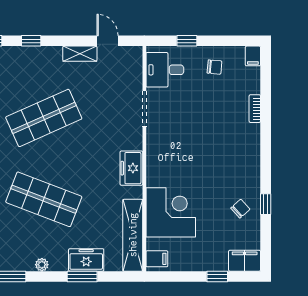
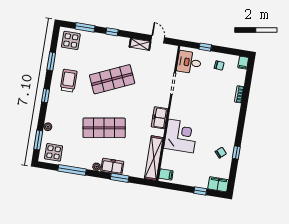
shop shelf: (44, 199) -> (104, 128), turned -30
corner desk: (171, 212) -> (181, 136), moved
freezer: (86, 260) -> (112, 166), moved

